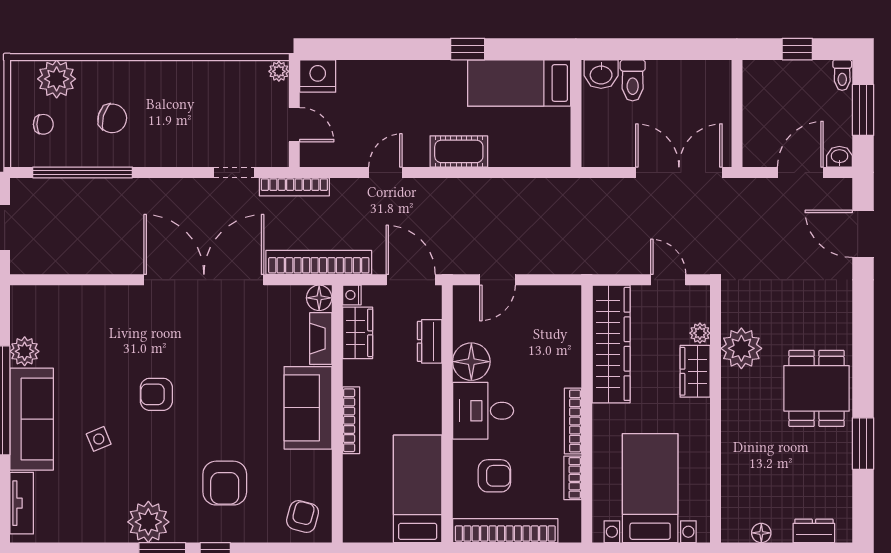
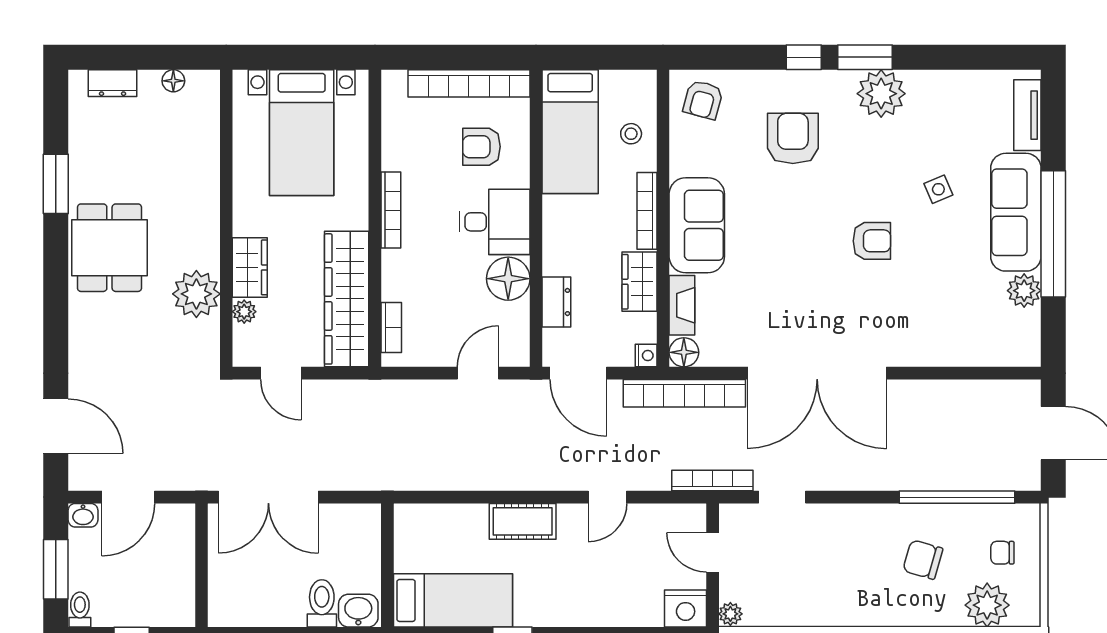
wardrobe: (358, 333) -> (640, 282), moved
bookcase: (573, 478) -> (391, 328), moved
stool: (365, 487) -> (631, 134), added

